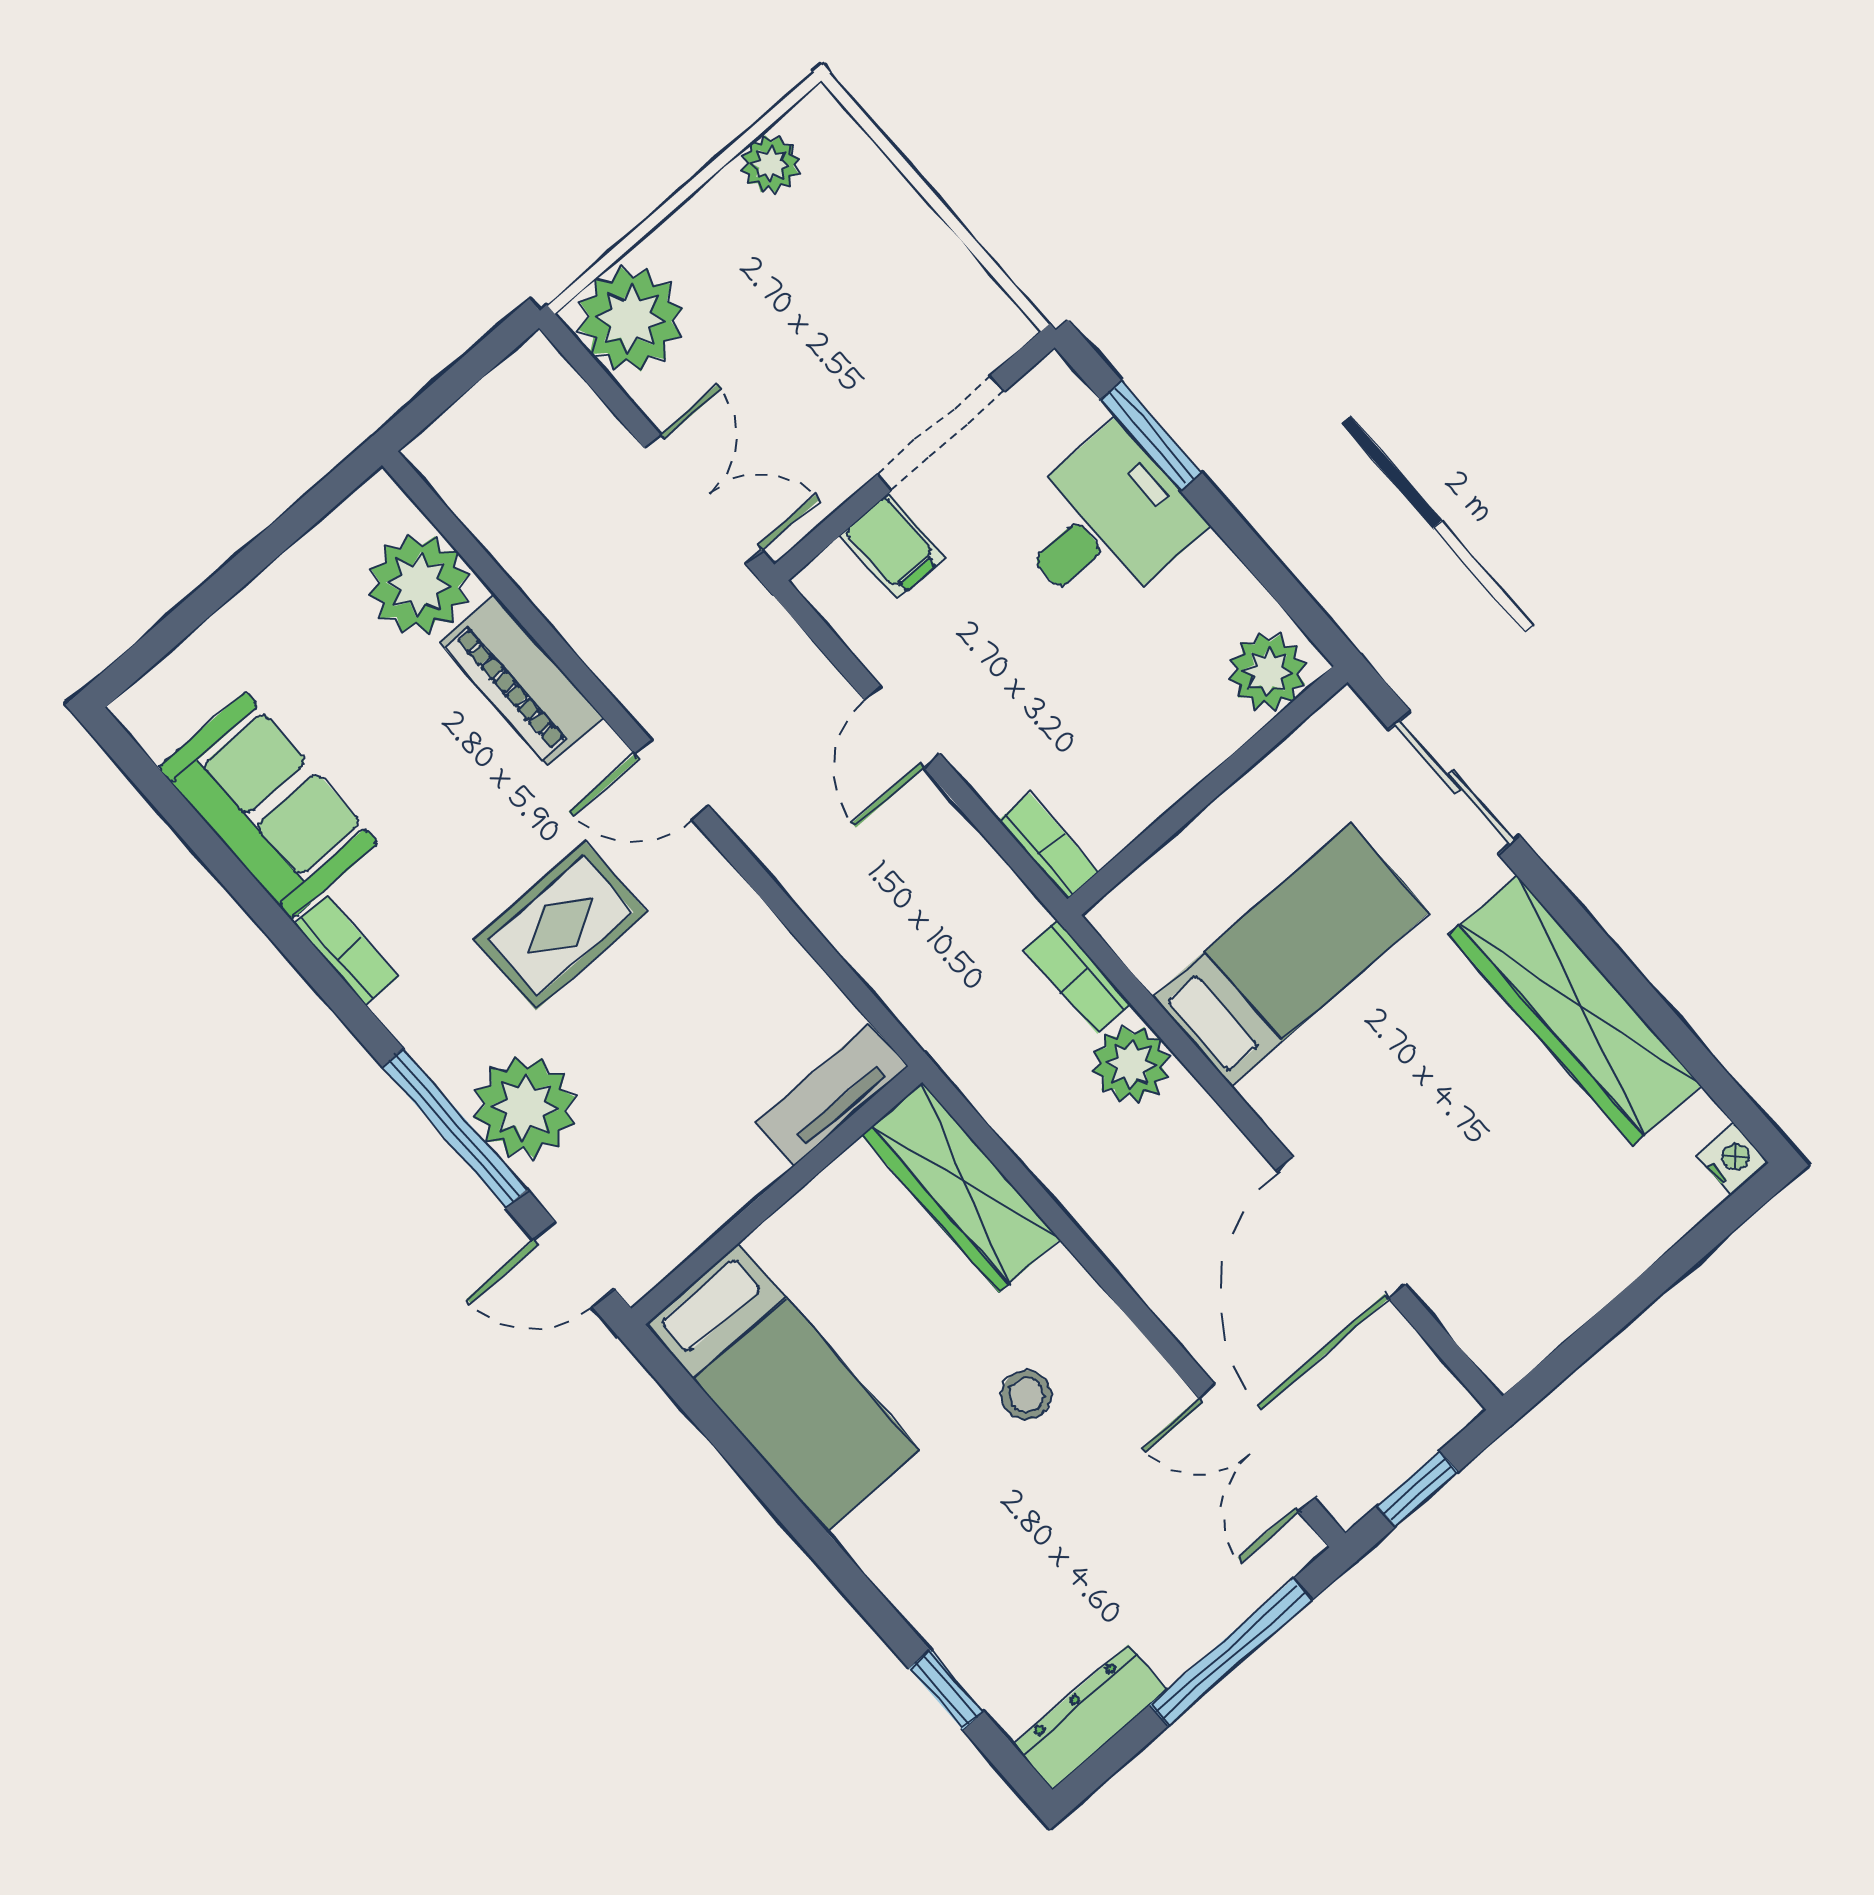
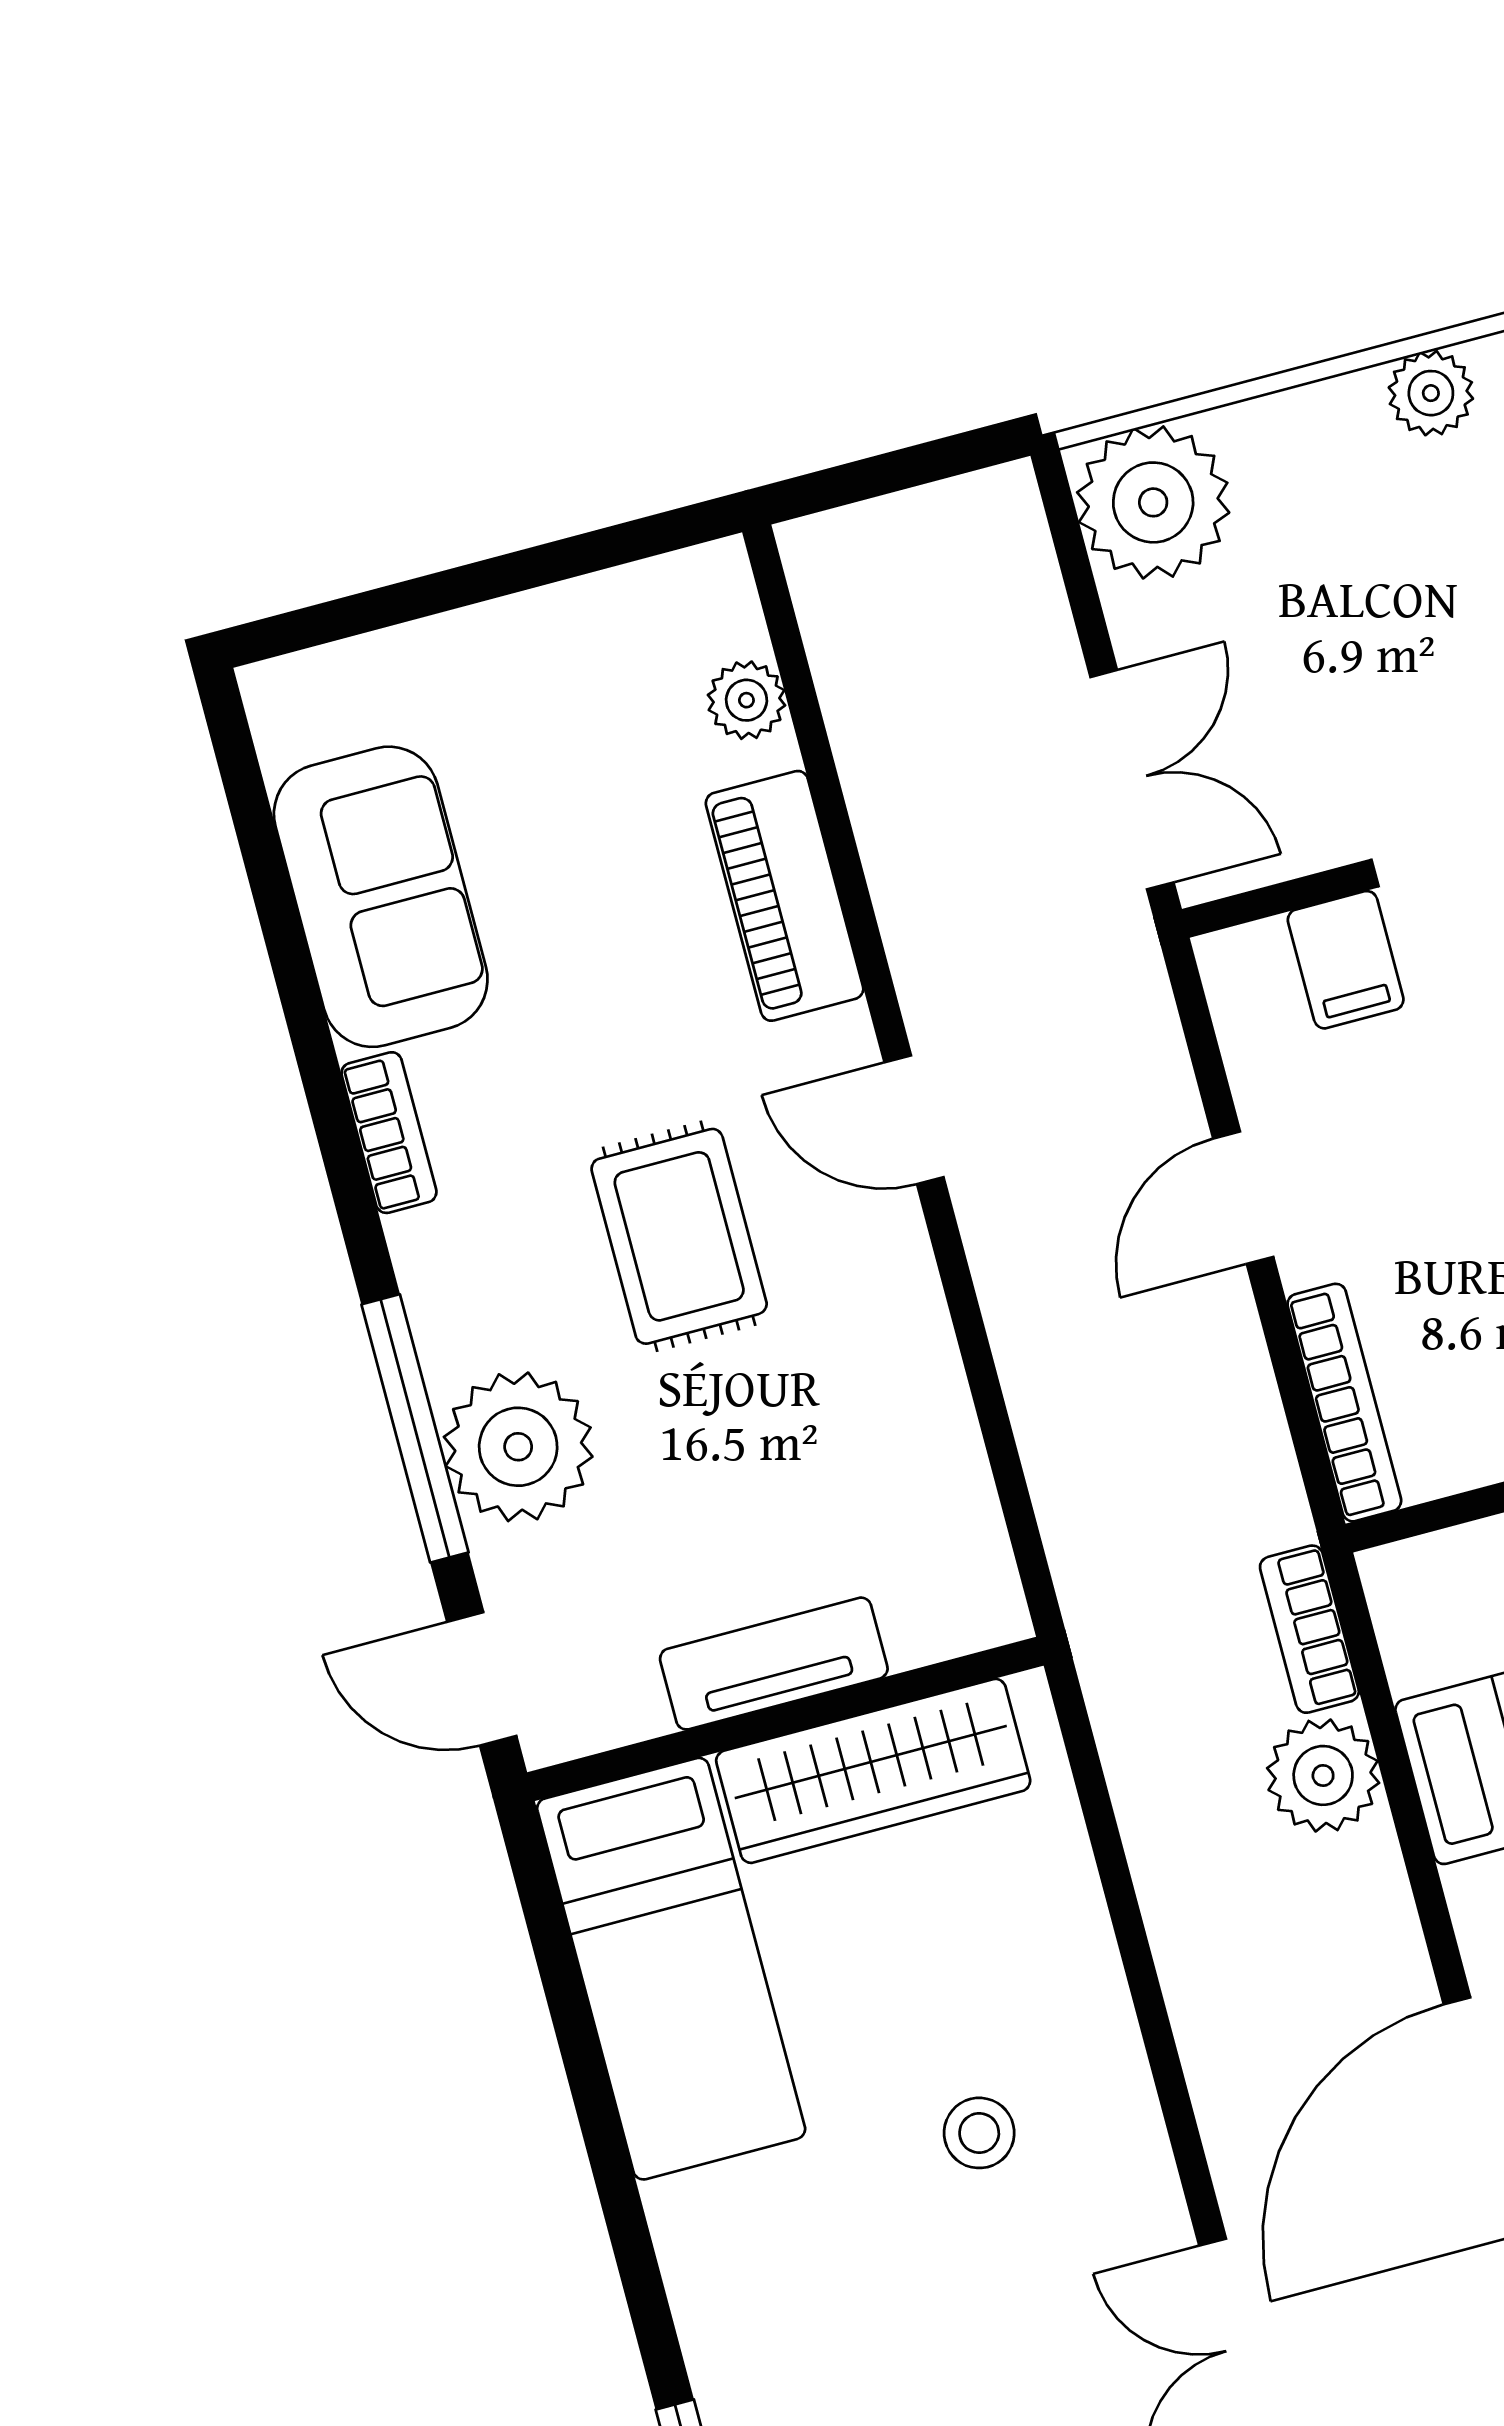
plant: (419, 585) -> (746, 700), width x0.53, depth x0.53
bookcase: (1048, 846) -> (1344, 1403), width x1.56
rug: (561, 926) -> (679, 1236), turned 90
tv unit: (832, 1095) -> (774, 1664), moved
wardrobe: (961, 1187) -> (873, 1771), moved, turned -90

